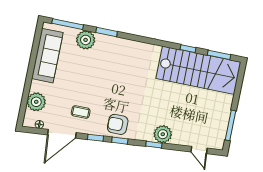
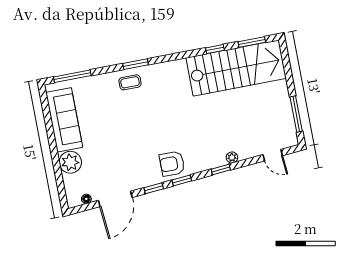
window: (107, 32) -> (136, 64), moved
plant: (86, 40) -> (99, 86), removed
plant: (36, 102) -> (70, 162), moved
coffee table: (81, 112) -> (130, 82), moved
plant: (163, 134) -> (232, 158), width x0.53, depth x0.53

